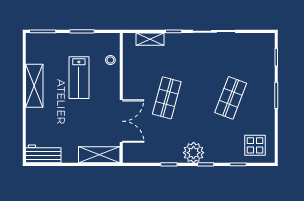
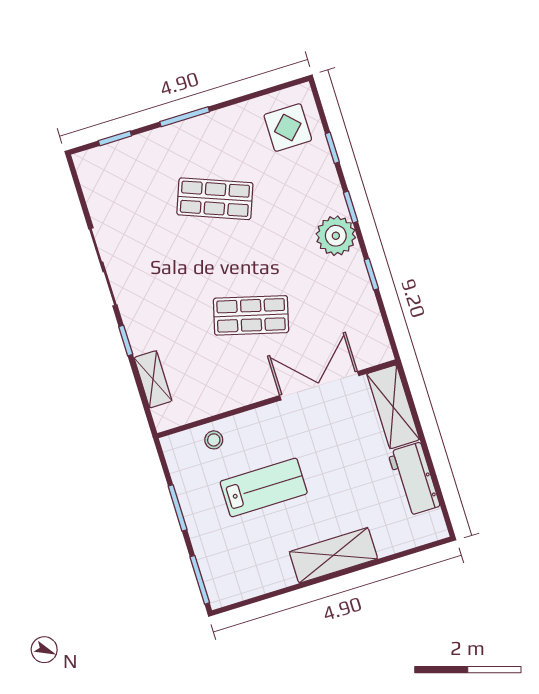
shelving: (34, 86) -> (333, 555), moved
workbench: (43, 154) -> (414, 479), moved

